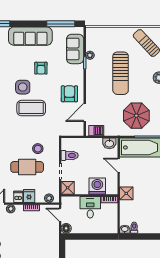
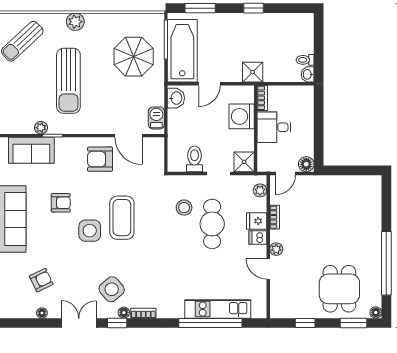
sun lounger: (121, 73) -> (68, 81), turned 90

